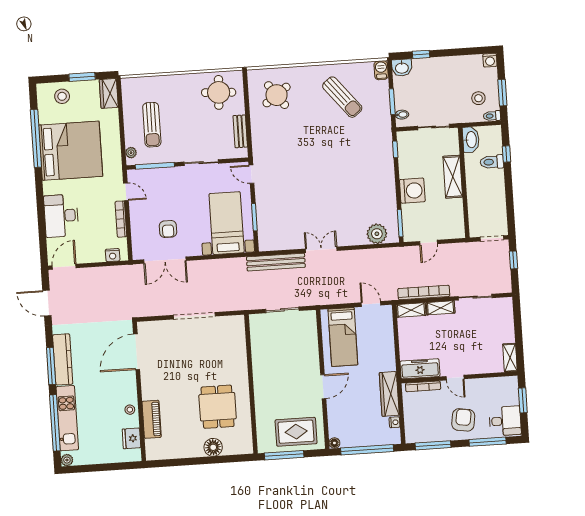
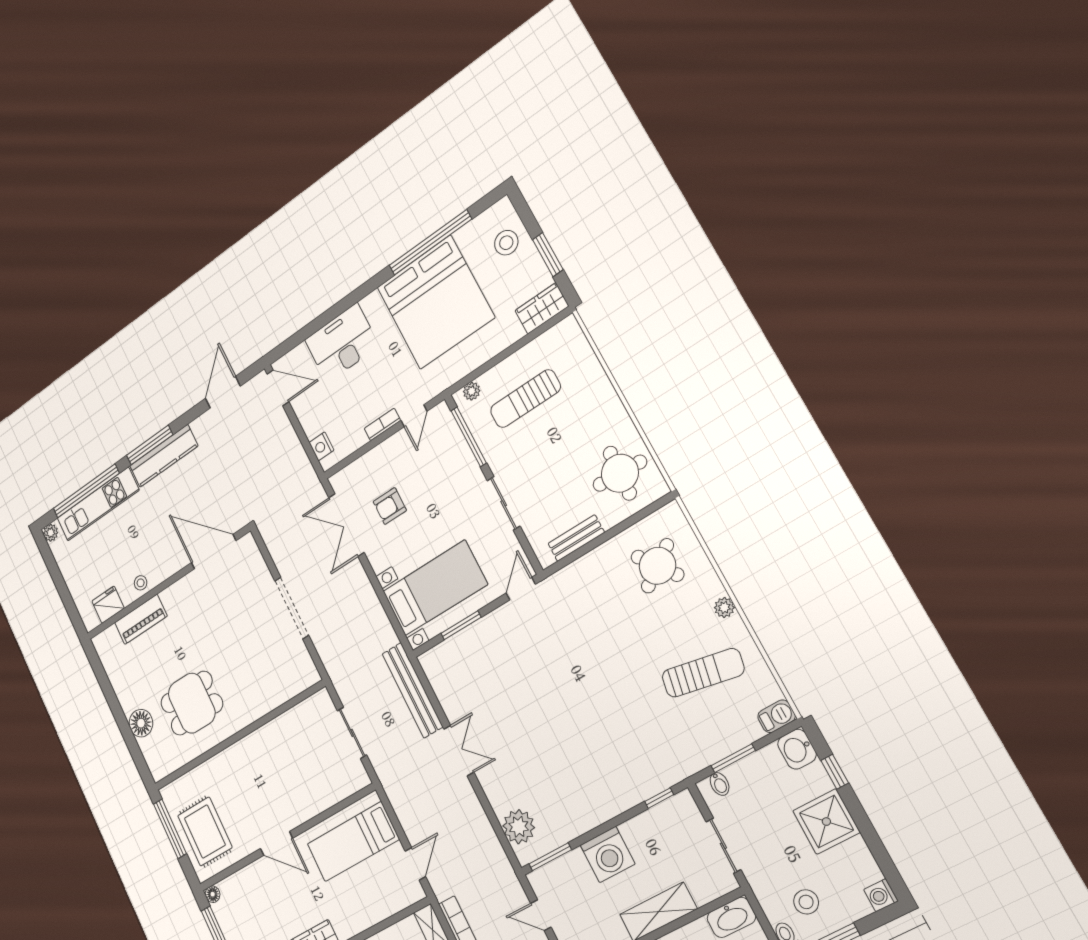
shower: (443, 70) -> (826, 822), added
plant: (315, 71) -> (724, 608), added
sun lounger: (342, 97) -> (703, 673), turned -130
bookcase: (121, 219) -> (382, 425), width x0.64

